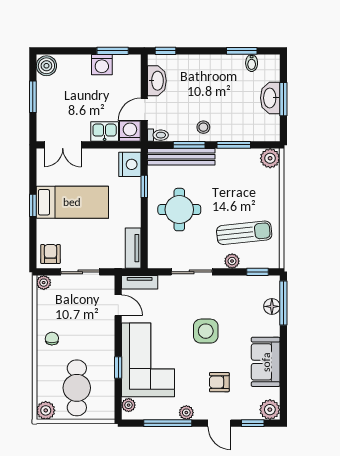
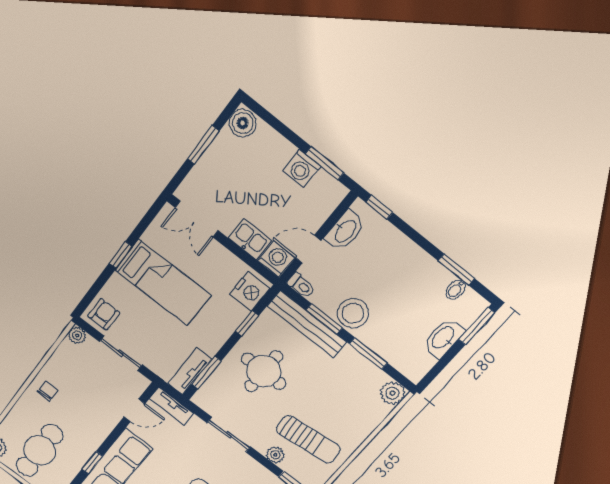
window: (283, 99) -> (477, 326), moved
stool: (203, 127) -> (353, 313), width x1.89, depth x1.89
window: (144, 240) -> (206, 372), added
door: (118, 305) -> (134, 410), hinge flipped

